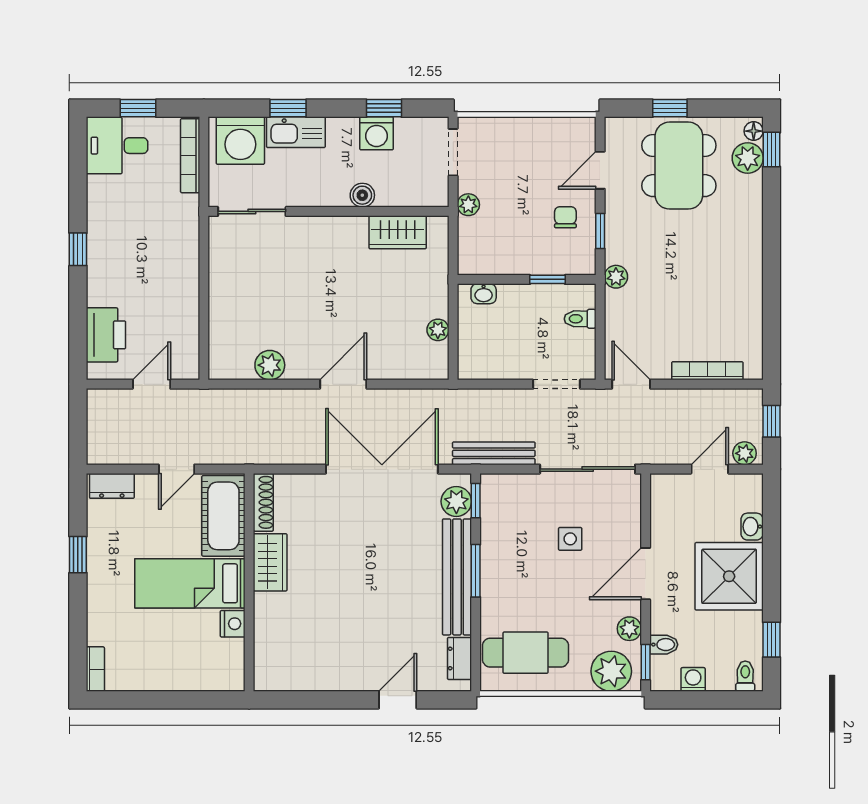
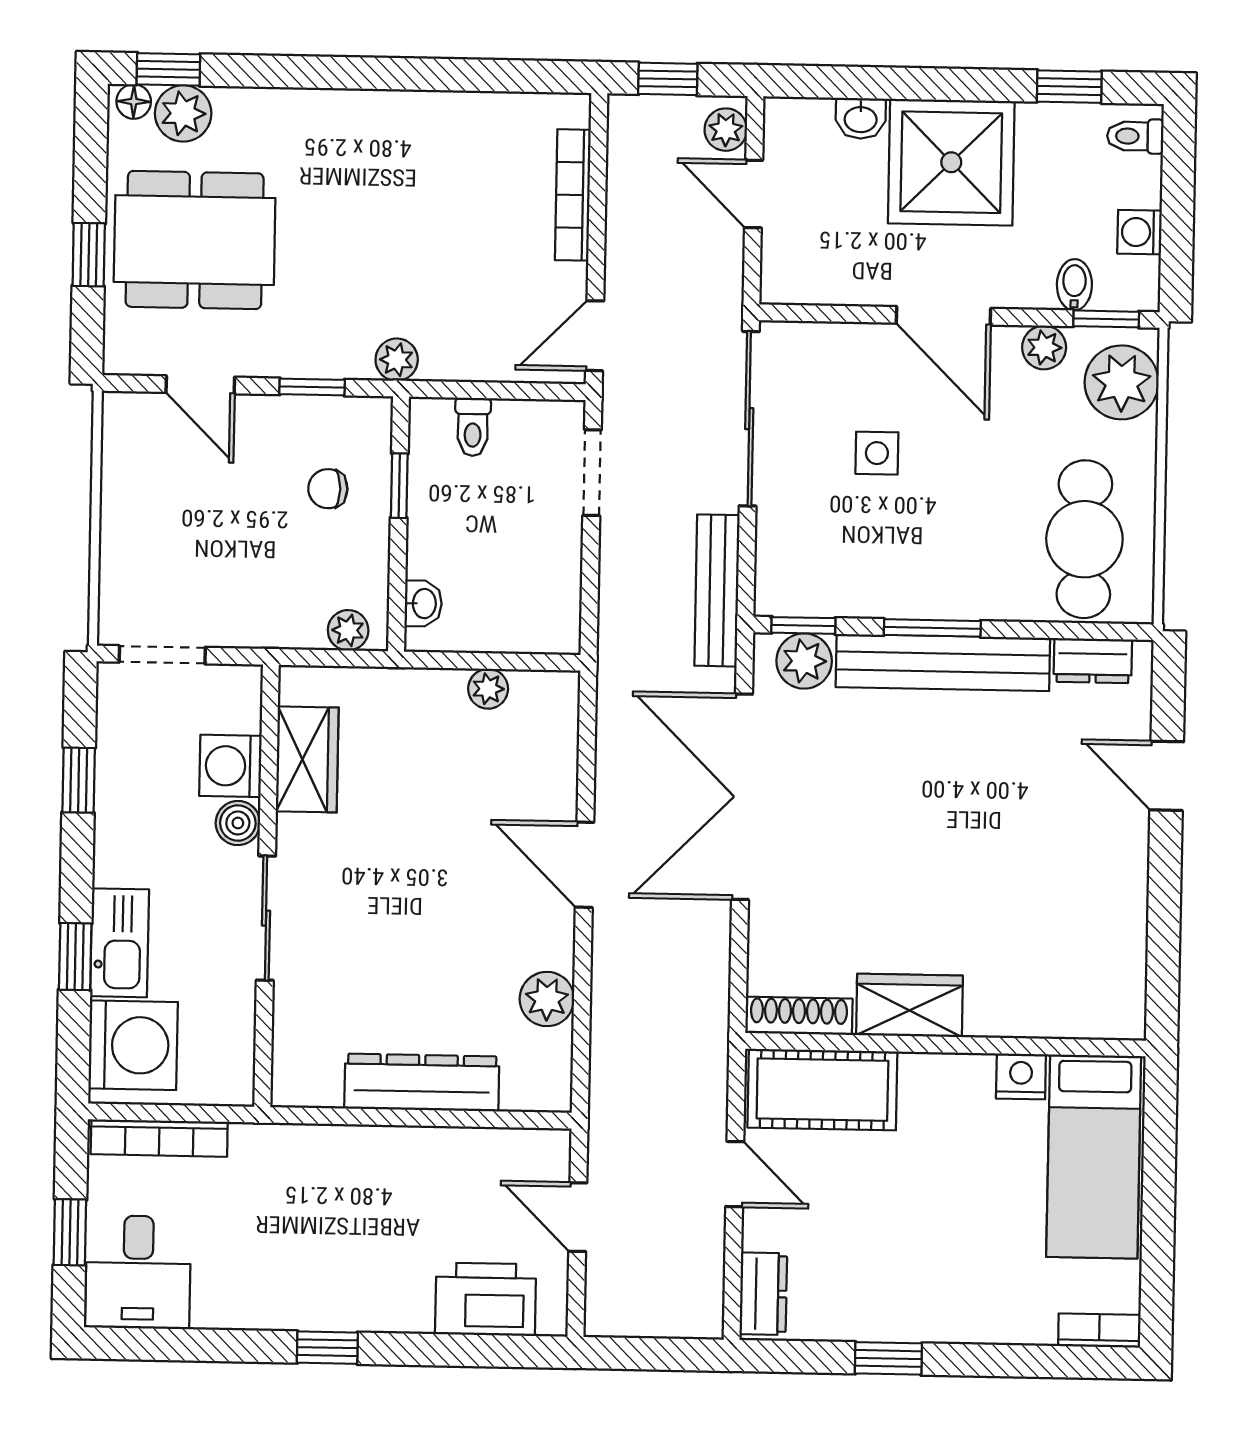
washing machine: (377, 133) -> (230, 766), moved, turned 180
plant: (468, 205) -> (348, 630), moved
sliding door: (252, 211) -> (266, 918), moved
chair: (565, 217) -> (328, 489), moved
dresser: (223, 298) -> (422, 1083), added
bed: (190, 583) -> (1094, 1157), moved

